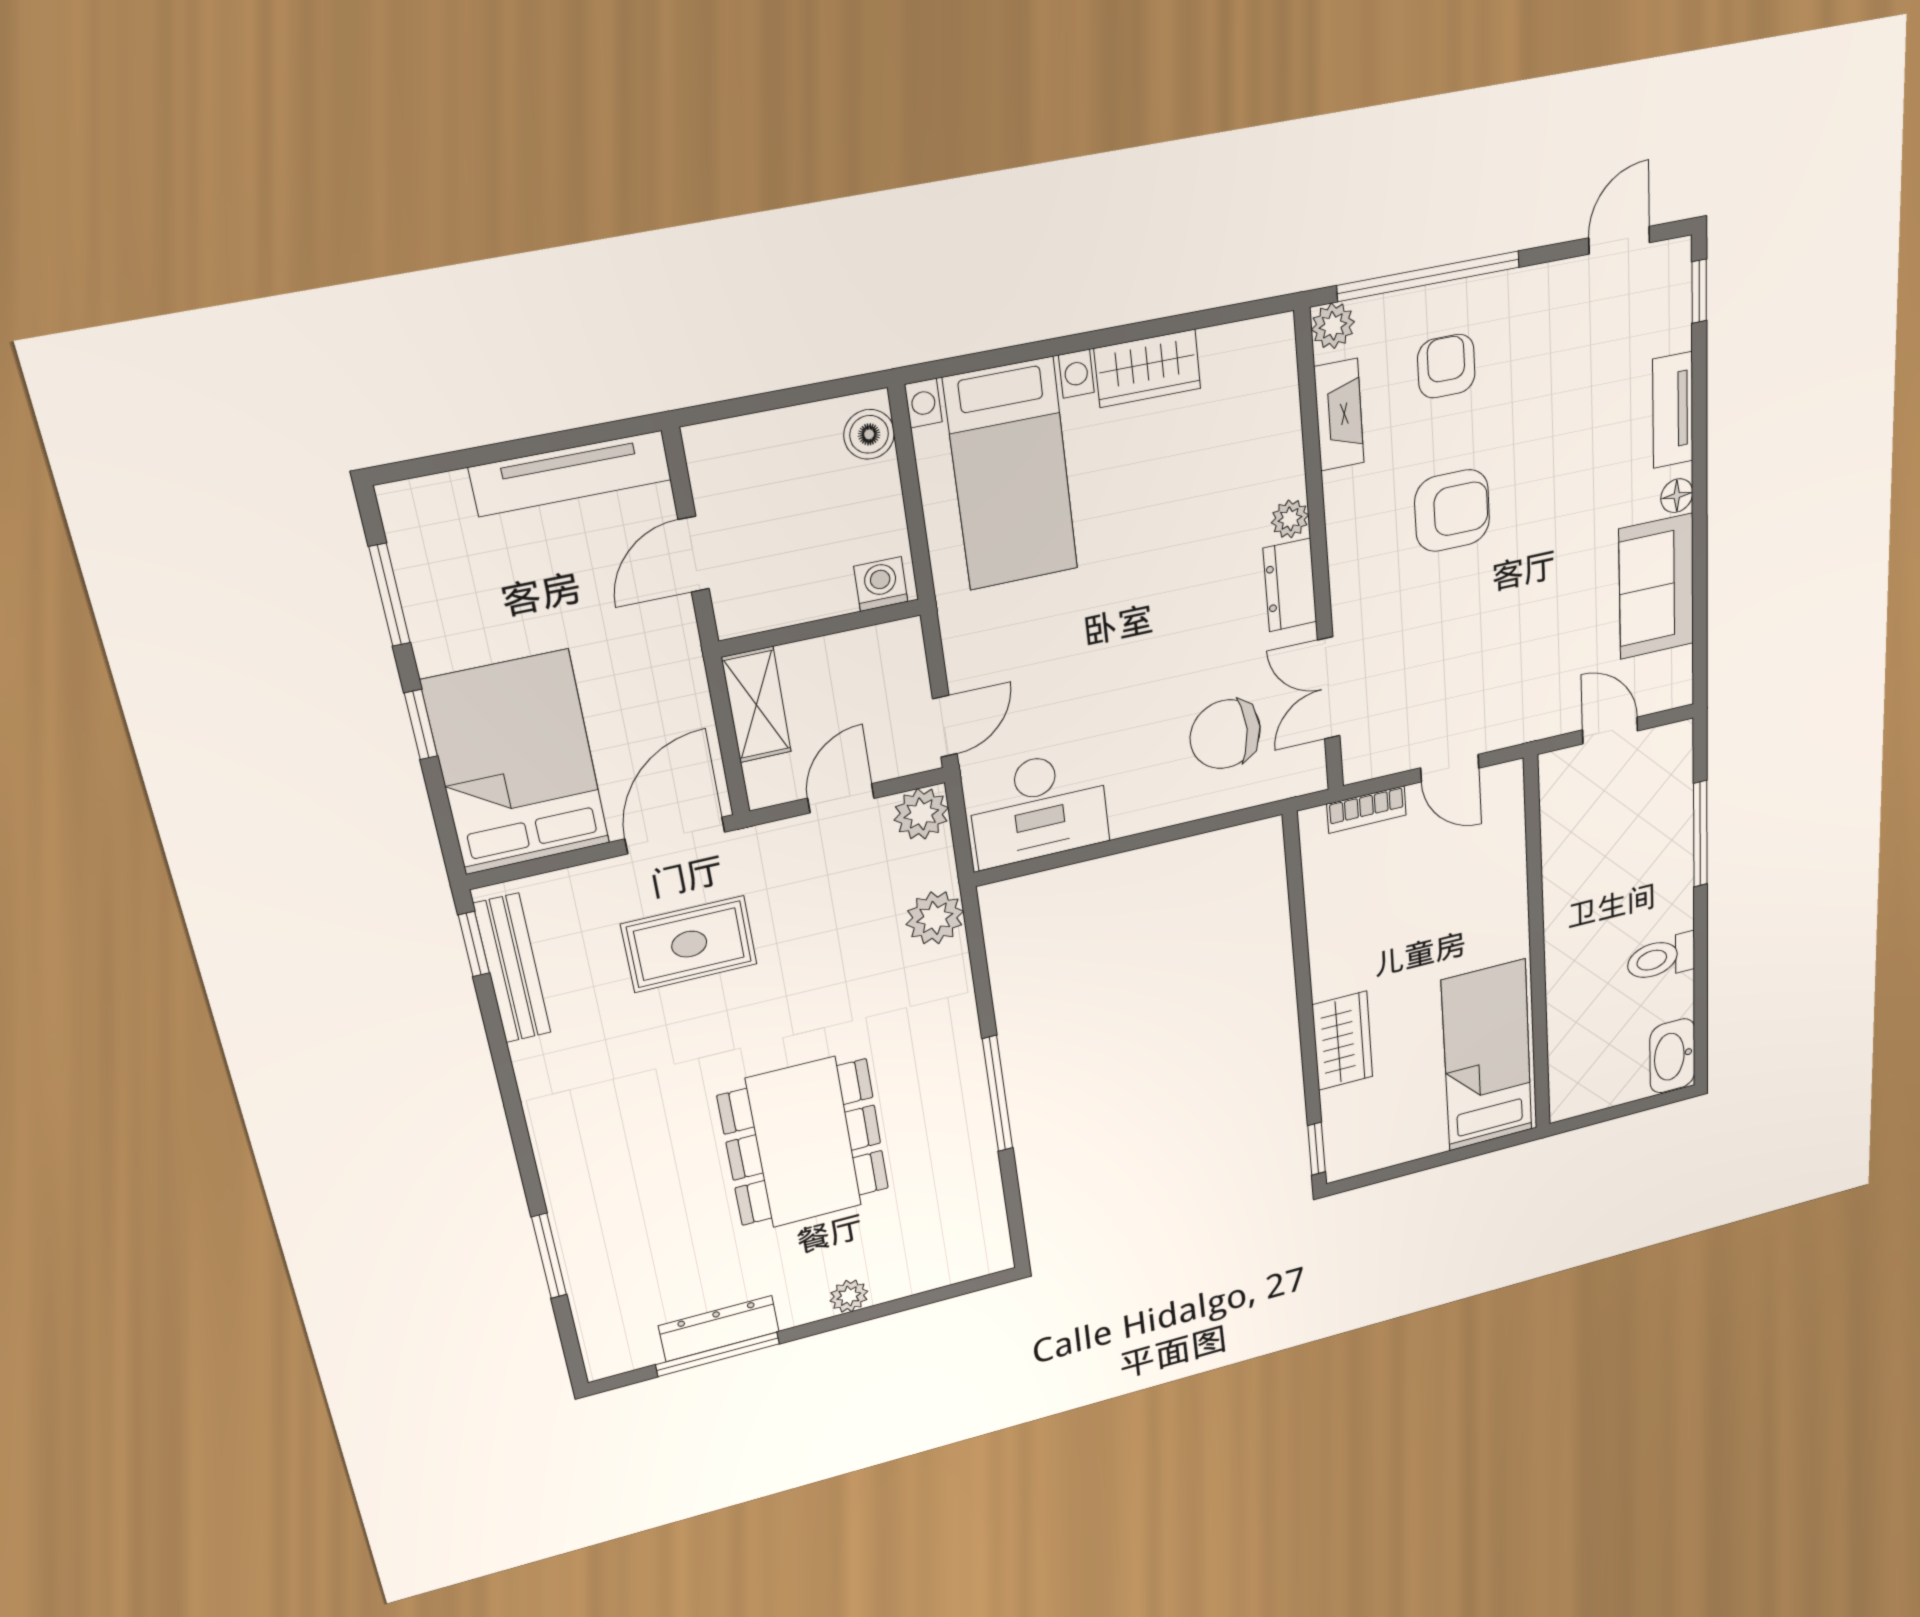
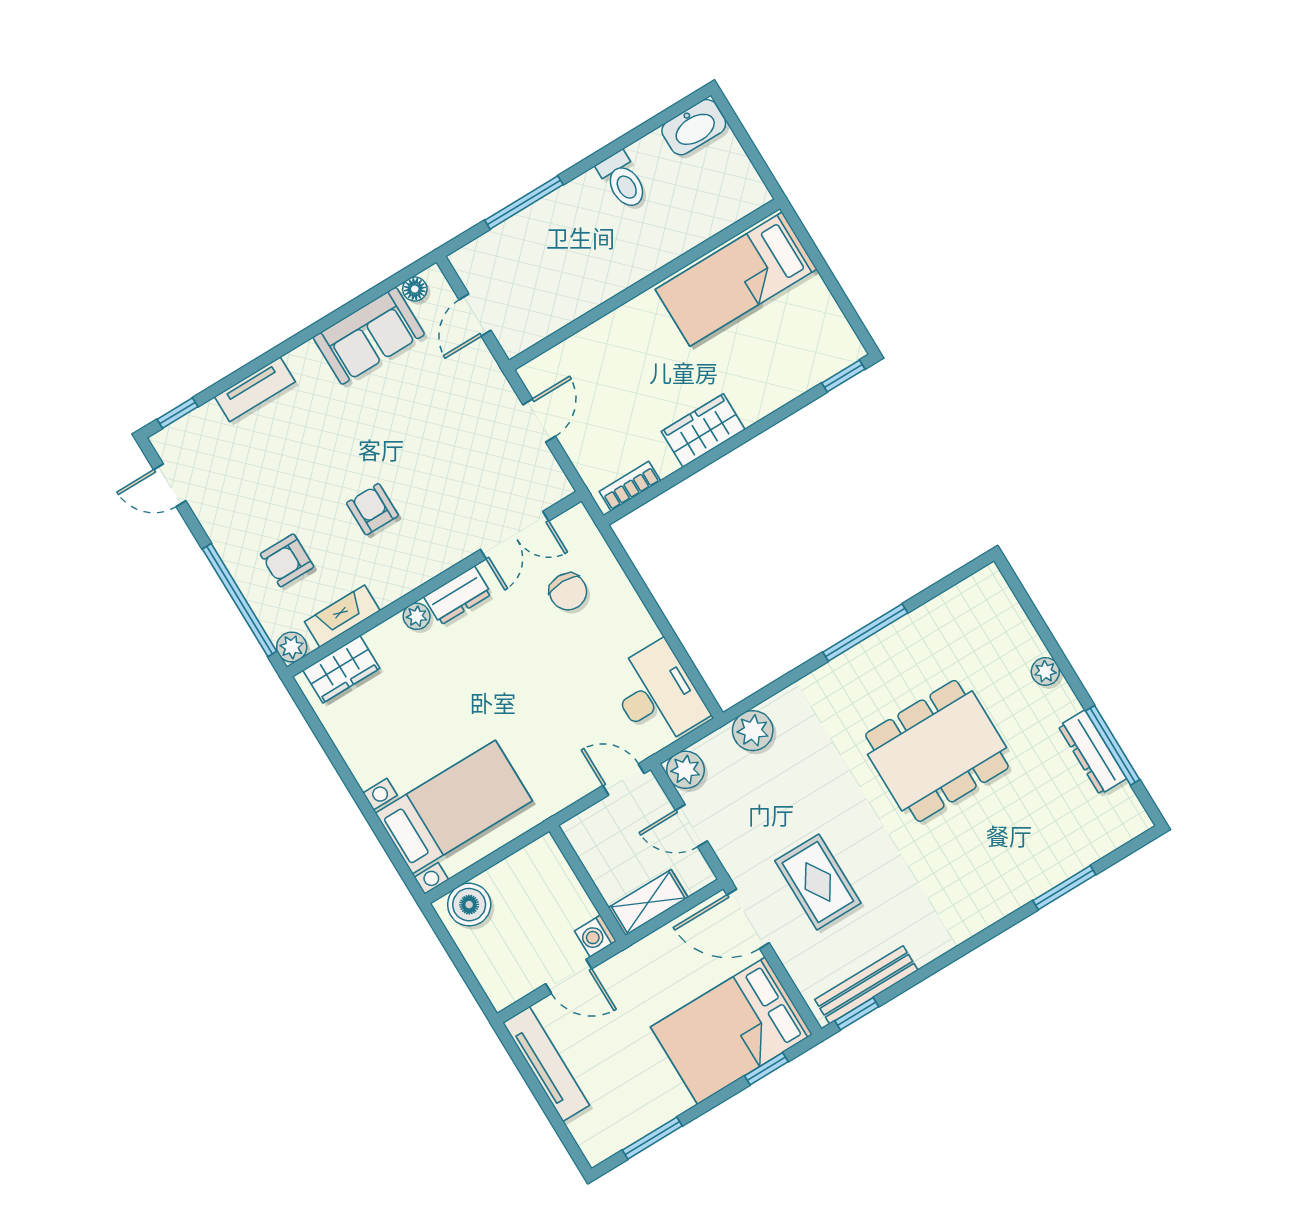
wardrobe: (1147, 368) -> (341, 669), moved, turned 90
boiler: (869, 434) -> (469, 905), width x1.36, depth x1.36
floor lamp: (1677, 496) -> (415, 289), moved
armchair: (1452, 511) -> (372, 509), width x0.72, depth x0.72
washing machine: (881, 584) -> (595, 936), moved
window: (421, 725) -> (766, 1069), moved
chair: (1225, 734) -> (568, 592), width x0.73, depth x0.73
bookcase: (1367, 810) -> (630, 486), moved, turned -90
wardrobe: (1343, 1041) -> (703, 430), moved

